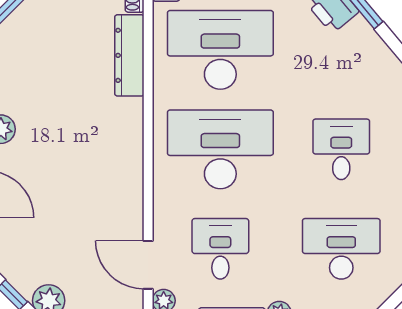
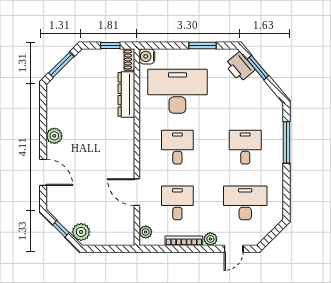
desk: (220, 149) -> (177, 147), width x0.53, depth x0.77
door: (148, 265) -> (137, 192), moved

